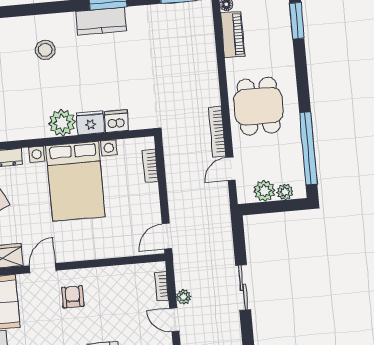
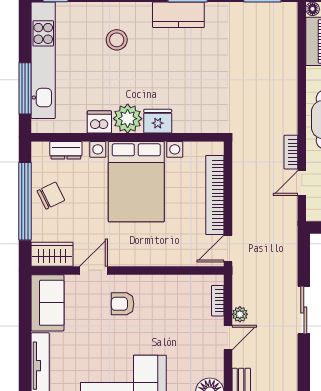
dishwasher: (116, 121) -> (99, 122), moved
bookcase: (217, 132) -> (291, 152), width x0.64
bookcase: (150, 166) -> (215, 195), width x2.31, depth x1.31
armchair: (73, 297) -> (123, 304), turned -90
door: (174, 320) -> (228, 338), swing flipped

